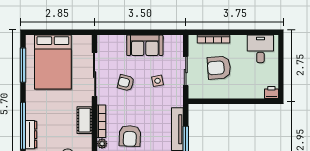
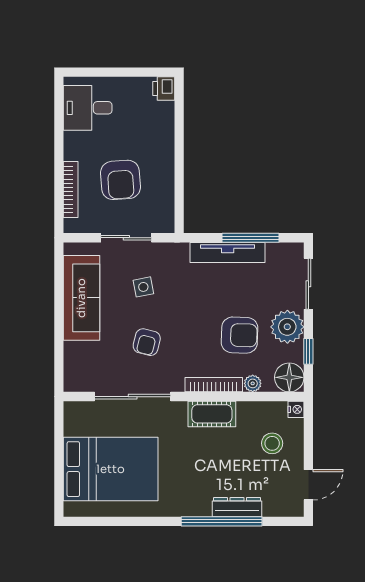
sofa: (145, 45) -> (81, 298), width x1.36
window: (23, 65) -> (116, 521), removed

